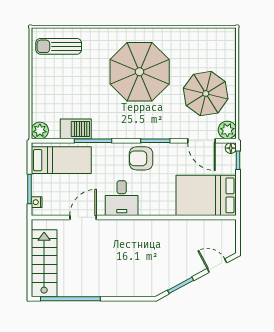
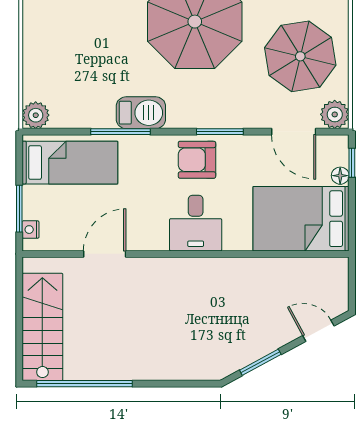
barbecue: (76, 129) -> (141, 113), moved
floor lamp: (231, 148) -> (340, 176), moved
desk: (122, 198) -> (196, 223), moved

